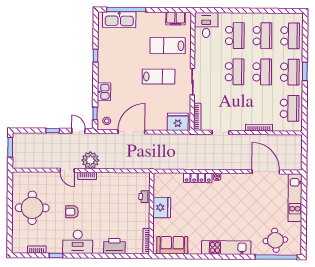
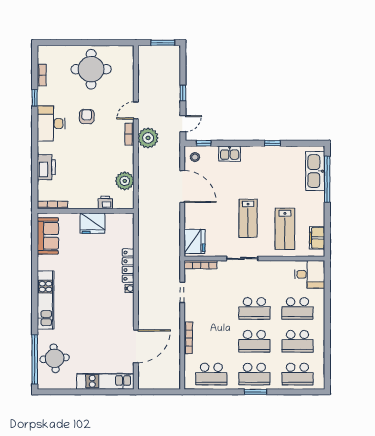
lab bench: (168, 46) -> (285, 229), turned 180
plant: (126, 180) -> (125, 181), added

